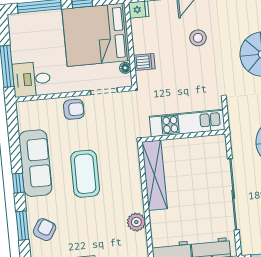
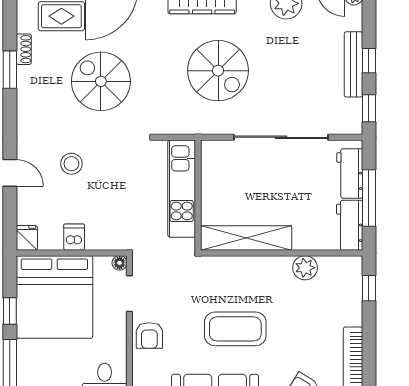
dishwasher: (144, 62) -> (74, 237), moved
floor lamp: (125, 68) -> (120, 263), moved
armchair: (74, 109) -> (149, 336), turned 180

